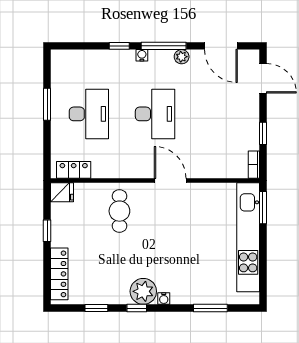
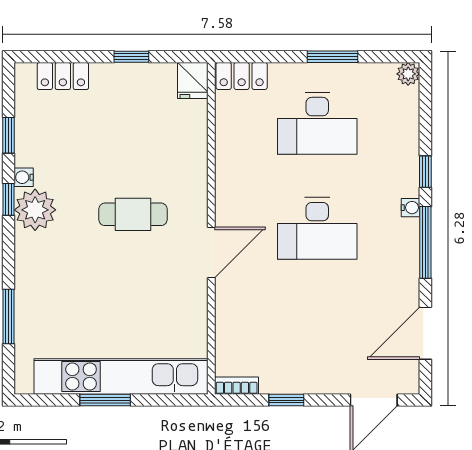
plant: (182, 57) -> (408, 74), moved
locker: (74, 170) -> (242, 76), moved, turned 90
window: (263, 208) -> (105, 400), moved
cafe table: (119, 211) -> (133, 214), moved
locker: (59, 274) -> (63, 76), width x0.66
water cooler: (164, 299) -> (24, 177), moved

